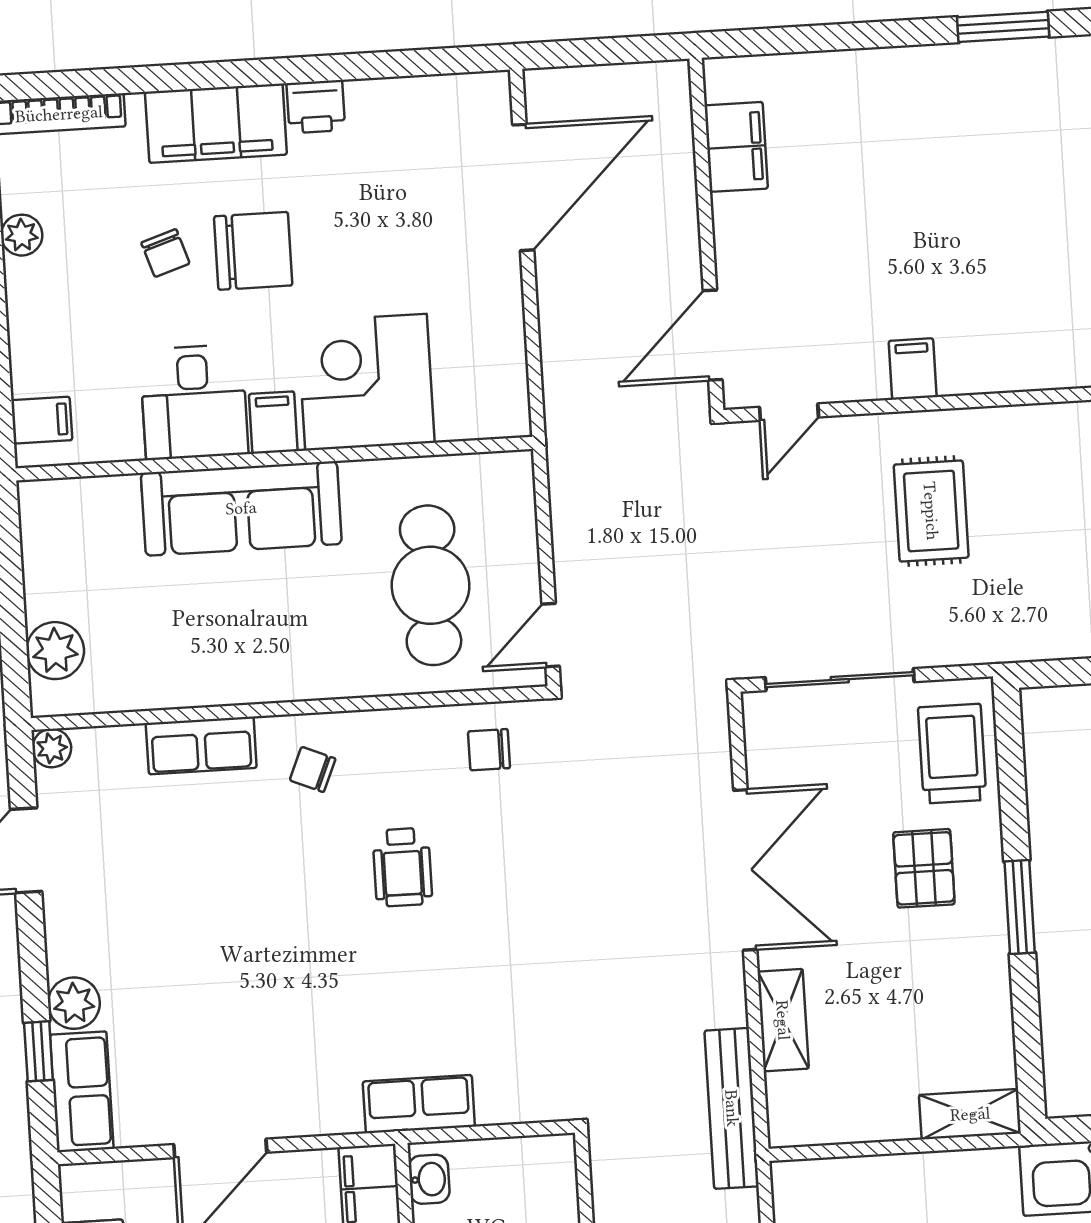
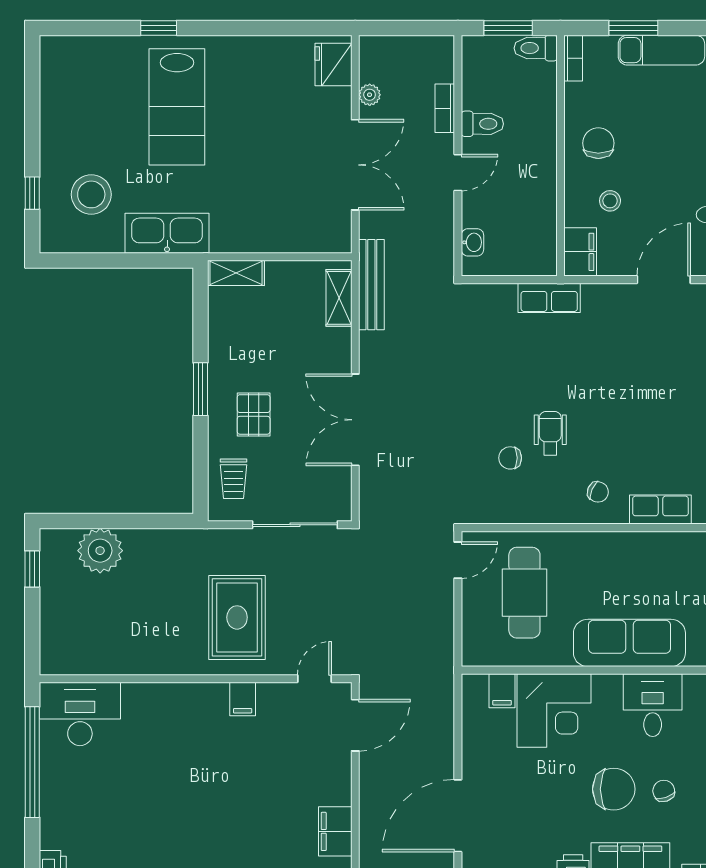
chair: (253, 251) -> (614, 789), turned 180
filing cabinet: (273, 423) -> (502, 691), moved
rug: (931, 511) -> (237, 617), width x1.36, depth x1.43
chair: (489, 750) -> (510, 458), moved, turned 180
trolley: (952, 754) -> (233, 479), width x0.73, depth x0.72
shelving: (783, 1020) -> (339, 298), moved
washbasin: (429, 1179) -> (472, 242), moved, turned 180

